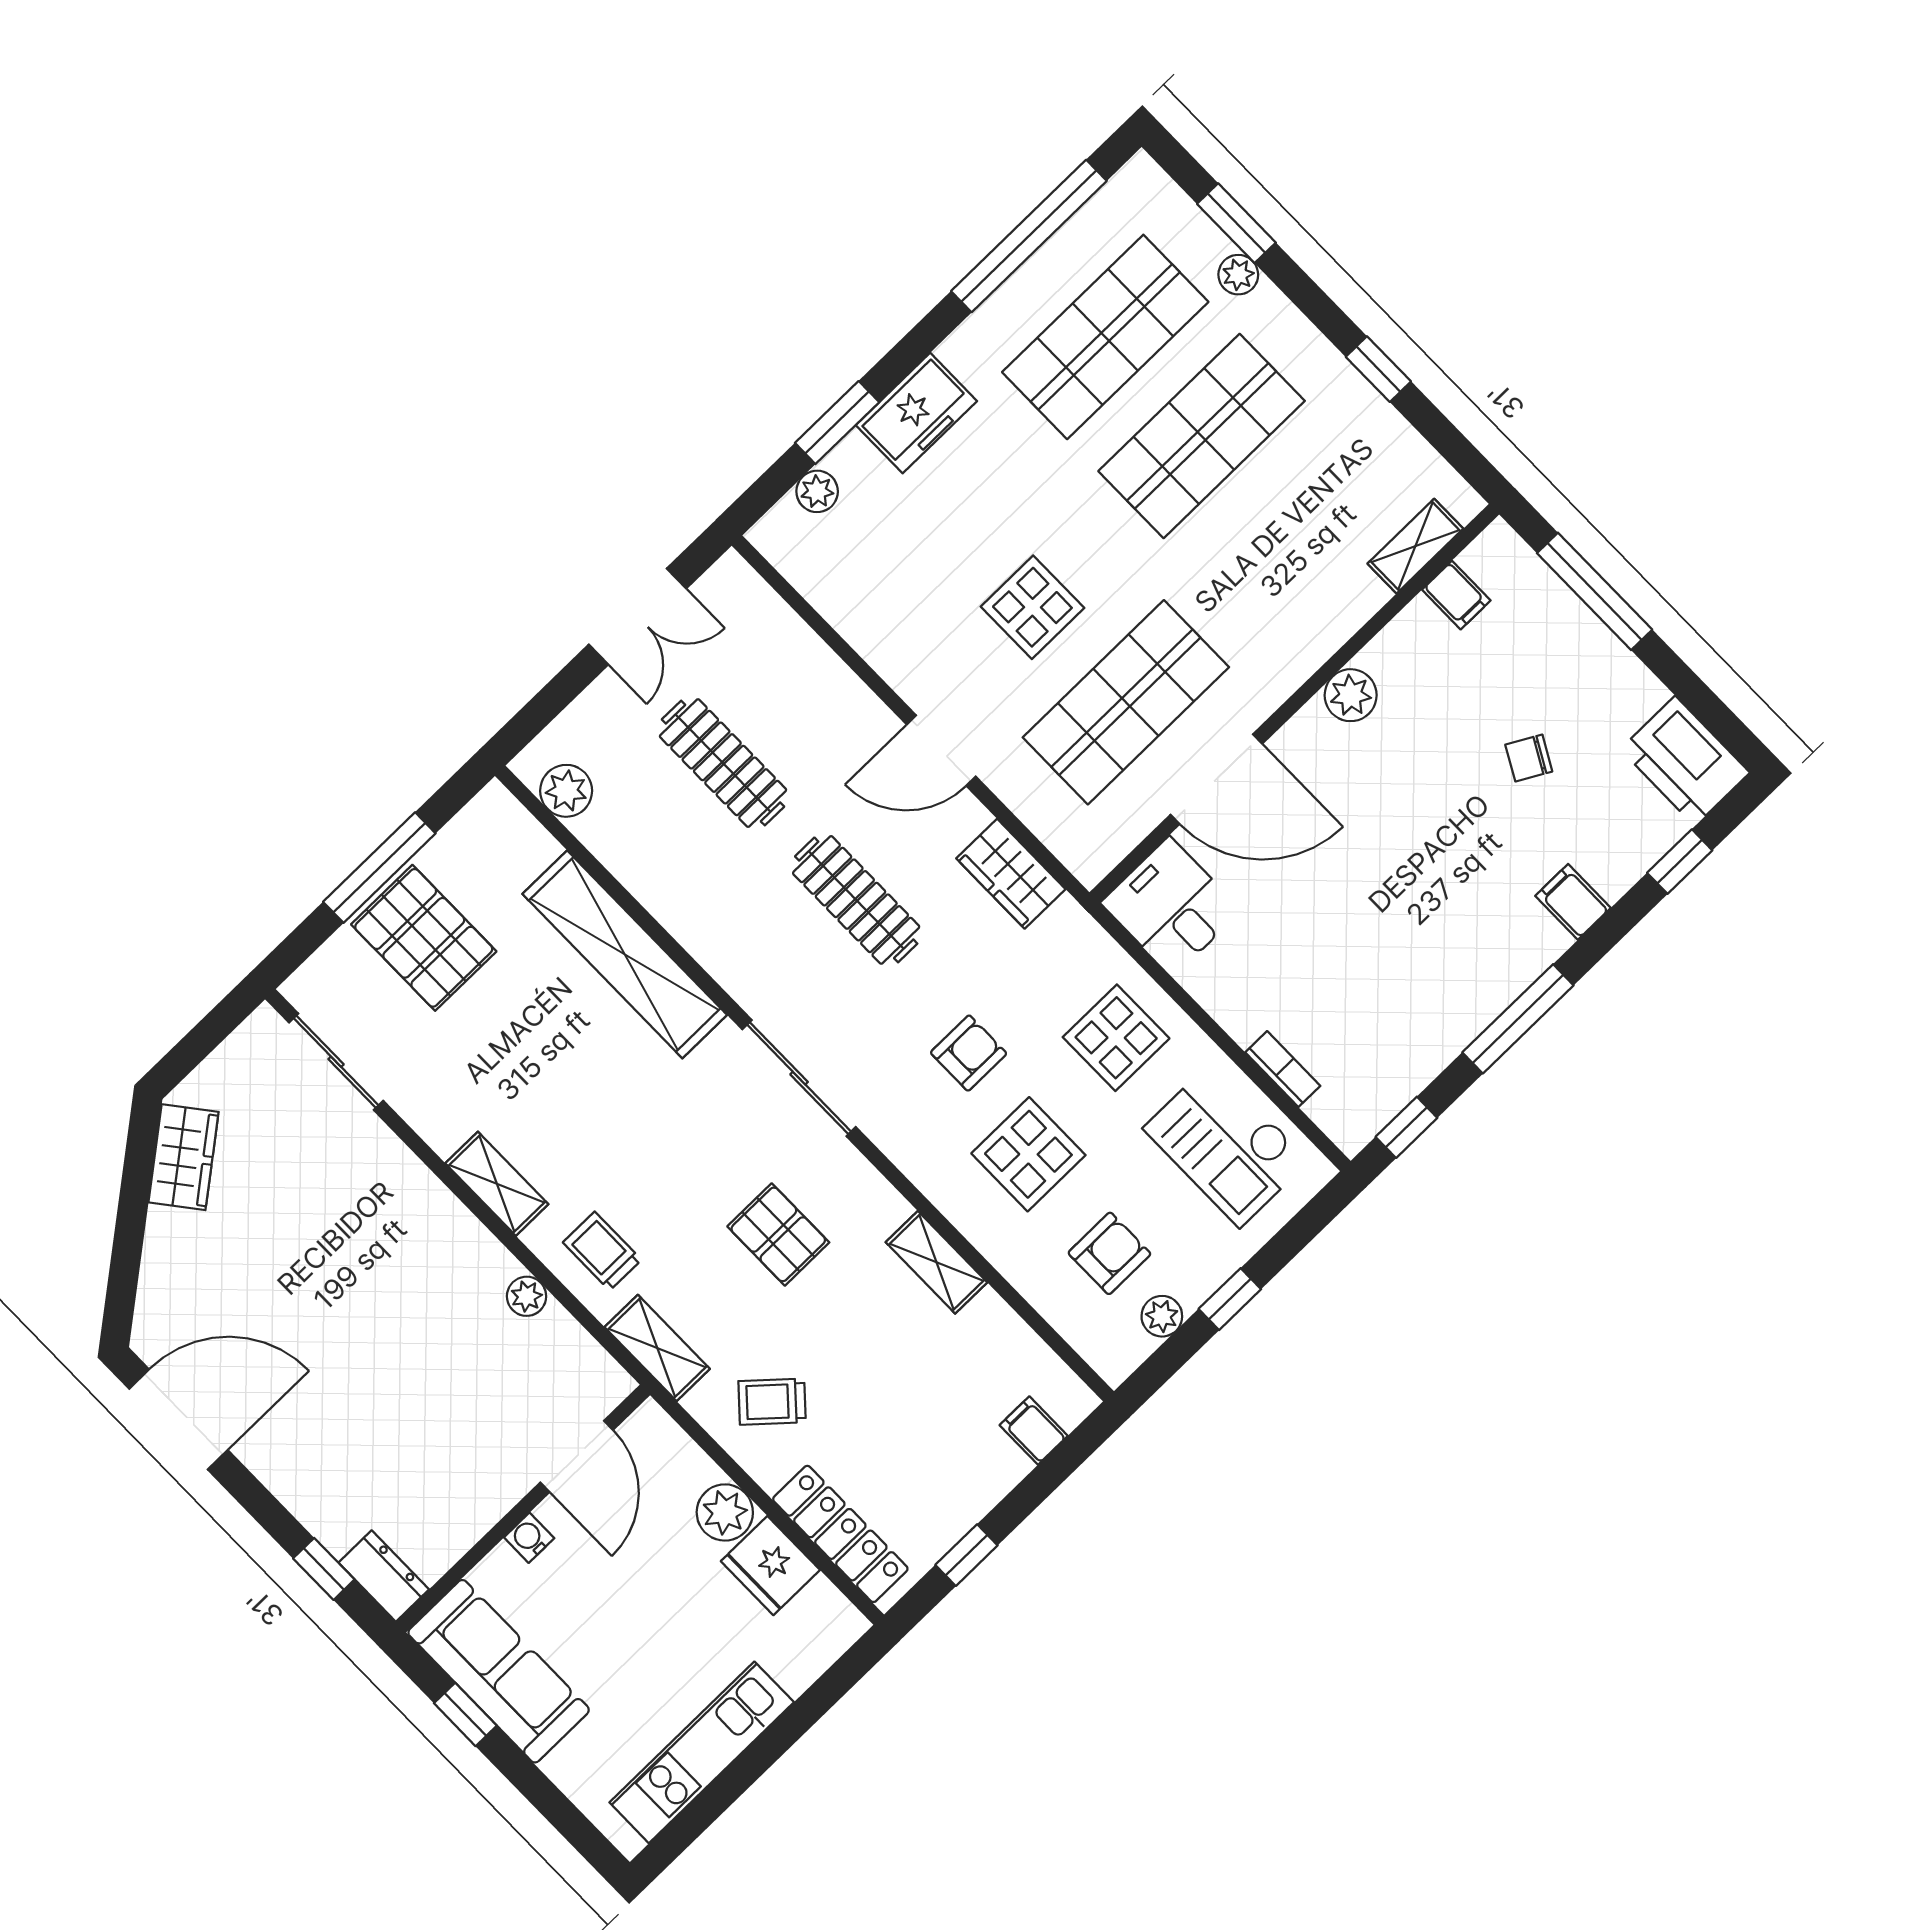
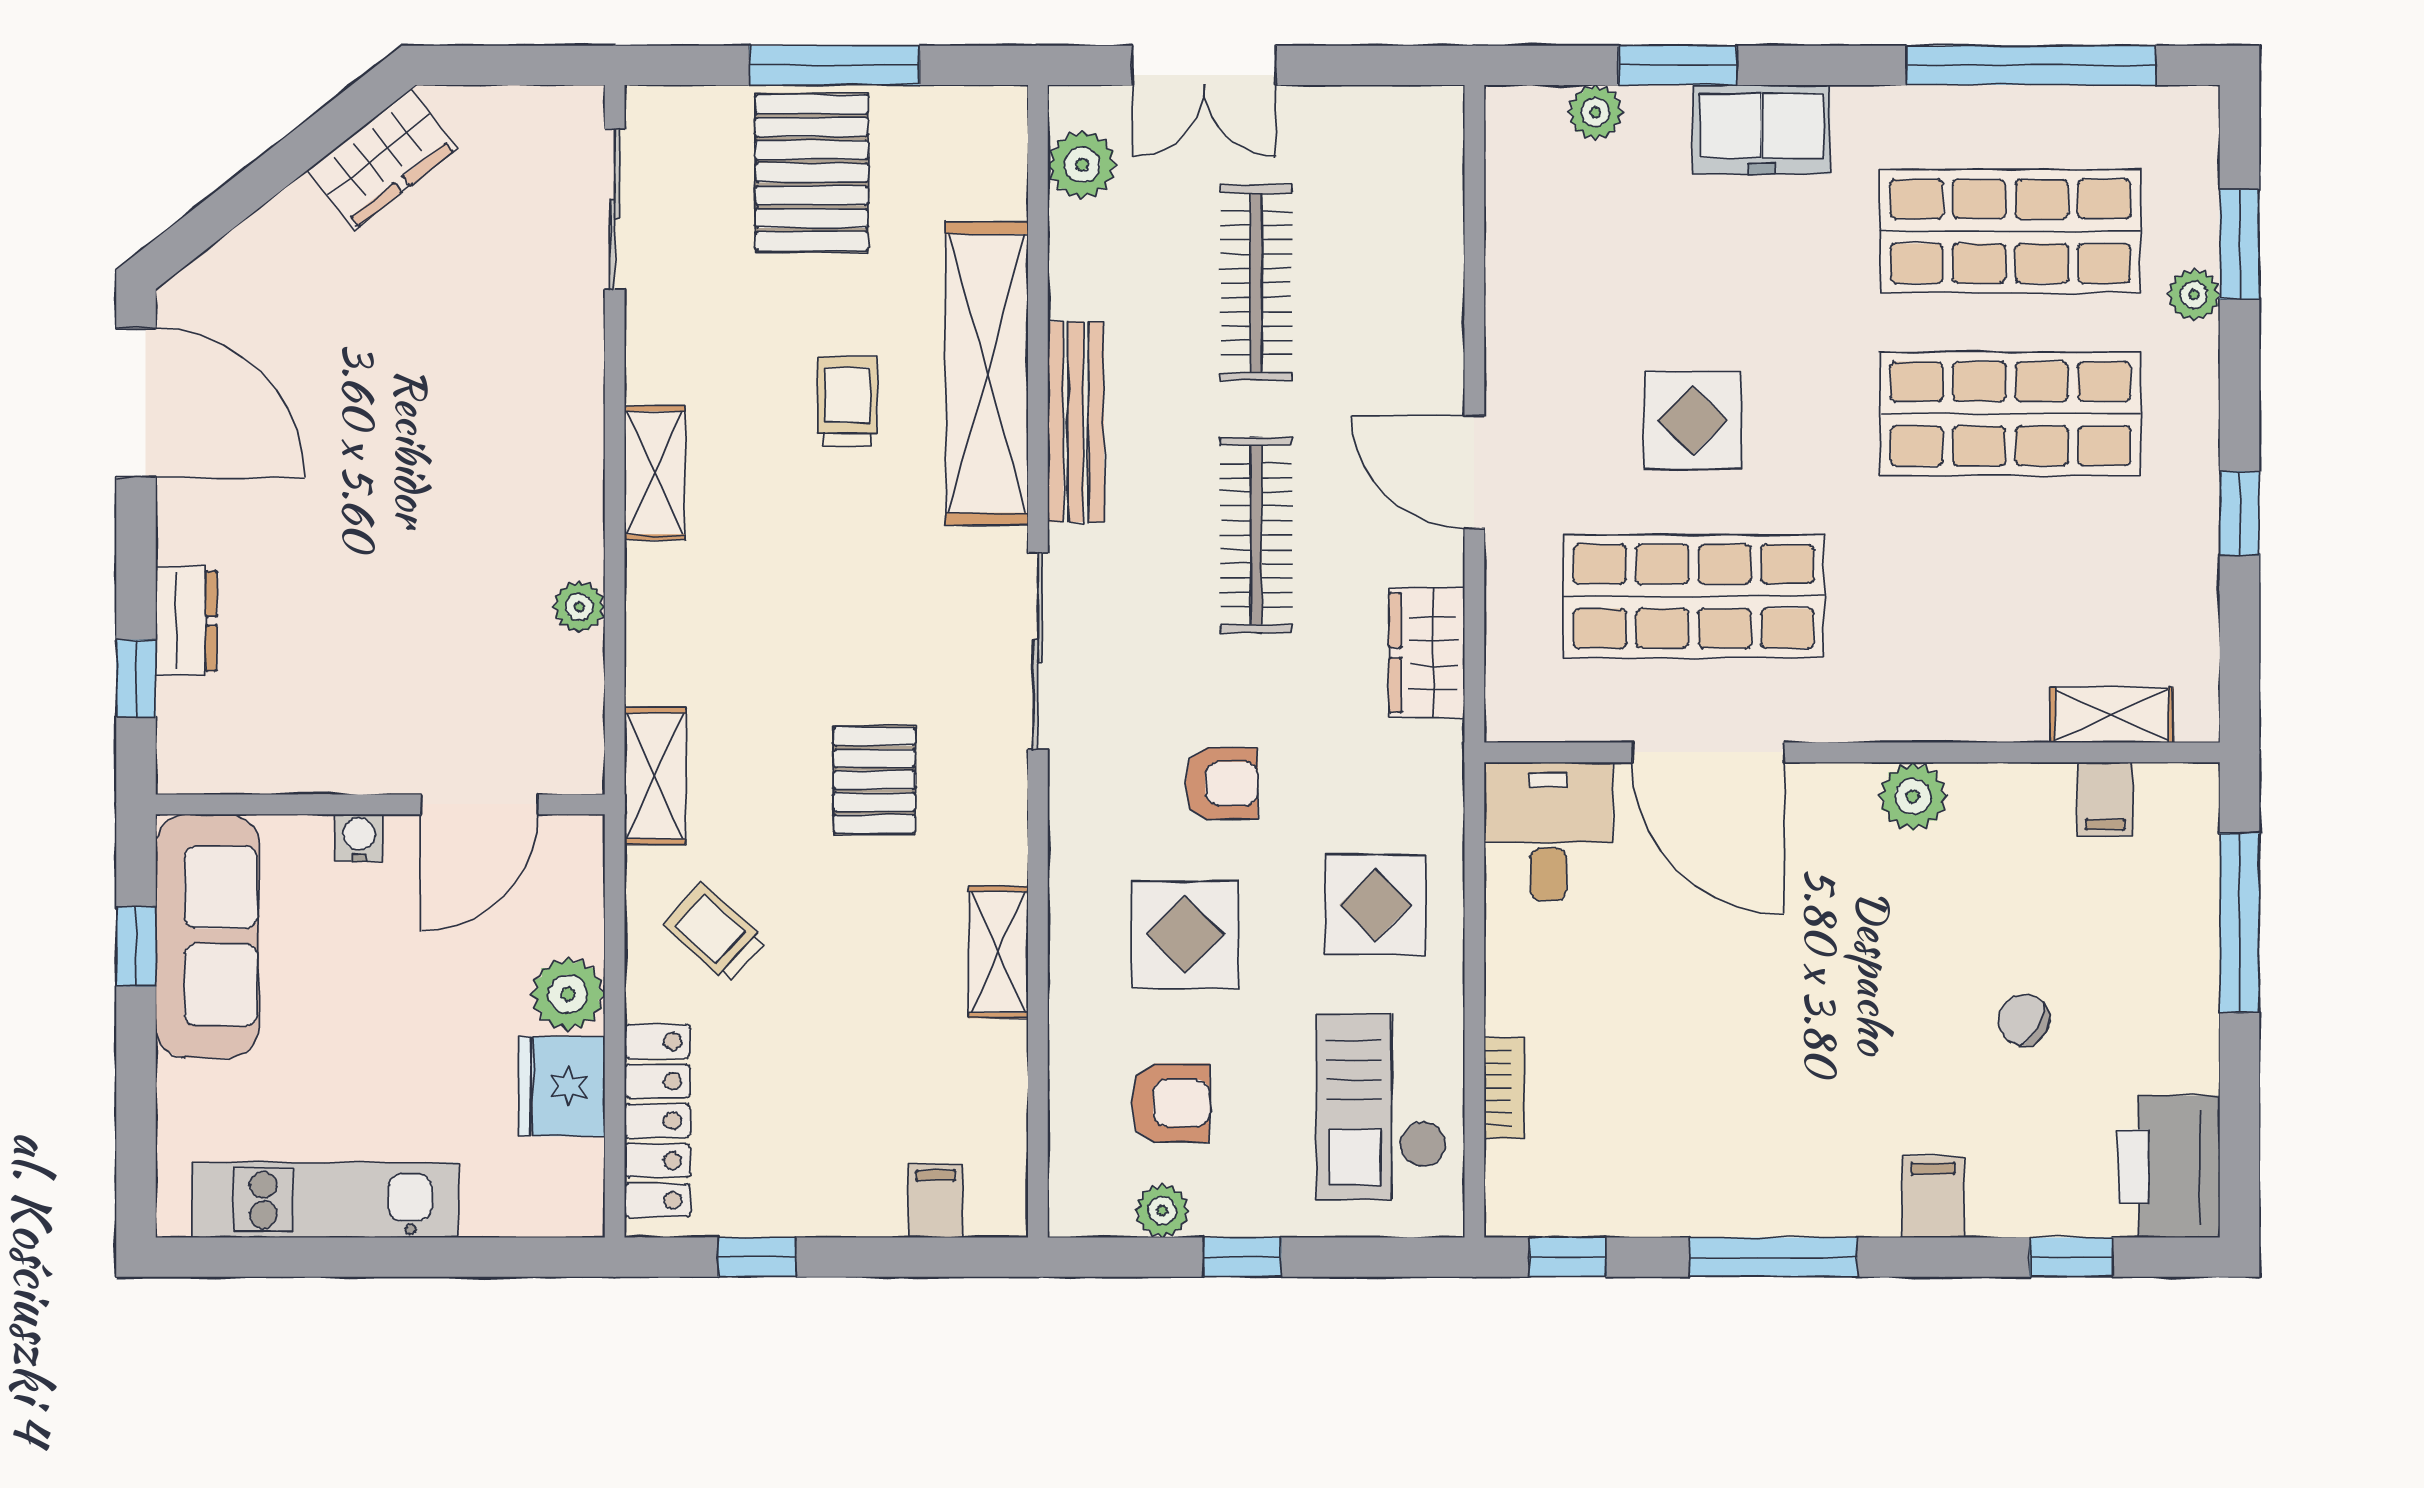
double door: (637, 617) -> (1204, 65), moved
bench: (699, 934) -> (1076, 422), added
trolley: (602, 1251) -> (847, 401), moved
dresser: (384, 1576) -> (186, 621), moved

